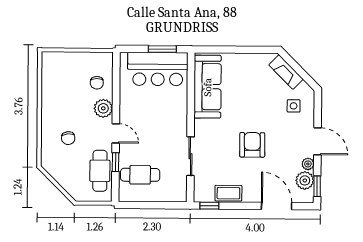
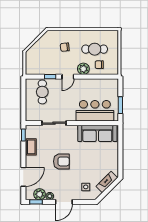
bar counter: (158, 69) -> (95, 111), moved, turned 90
cafe table: (100, 171) -> (95, 49), moved

